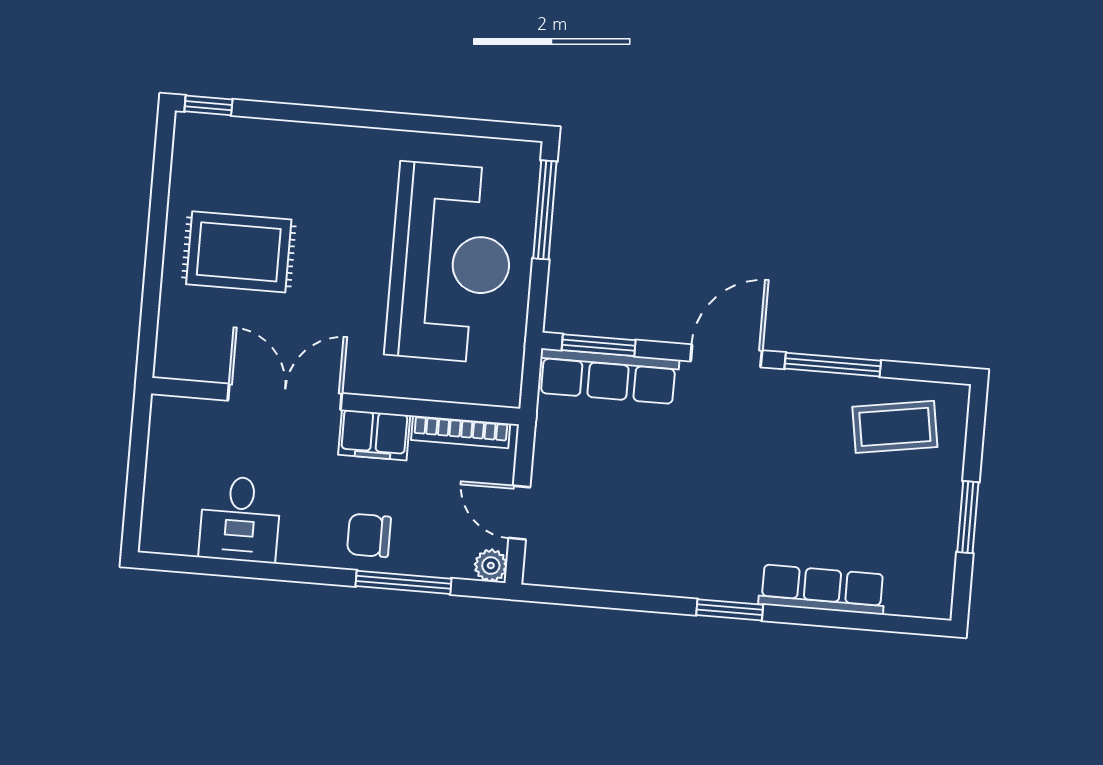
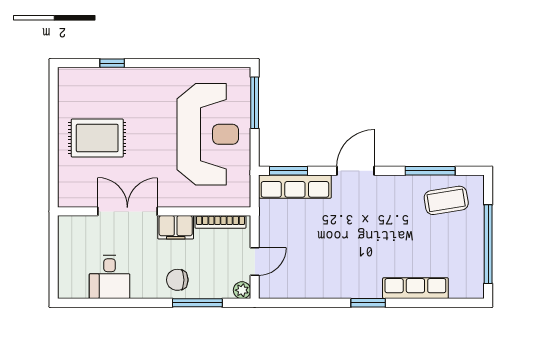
window: (208, 105) -> (112, 63), moved
window: (833, 365) -> (430, 171), moved
door: (519, 513) -> (255, 261), swing flipped
window: (968, 517) -> (488, 244), width x2.11

